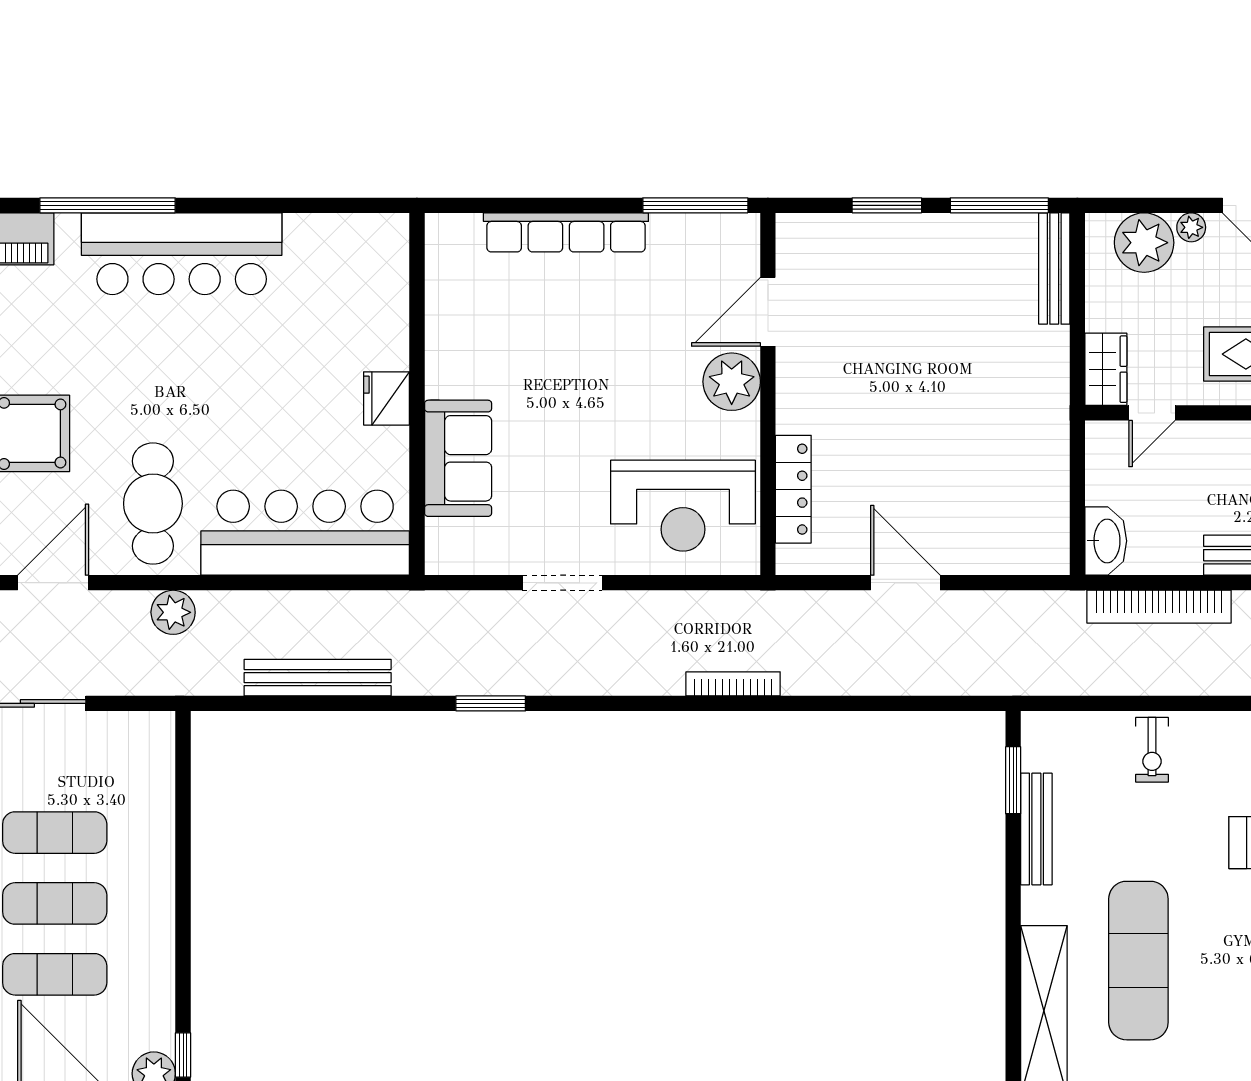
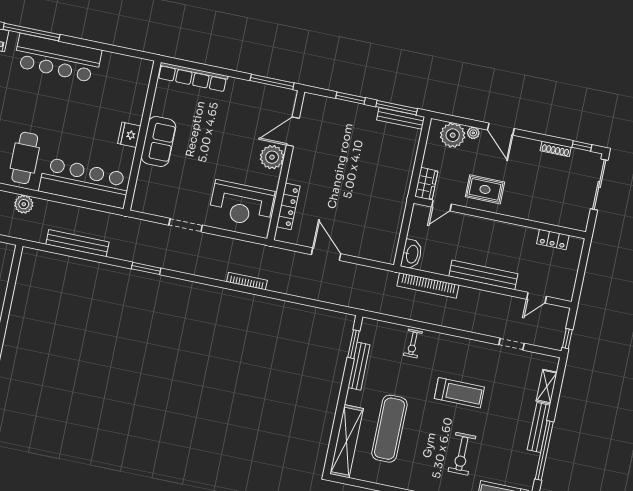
row of seats: (566, 232) -> (193, 77), moved
bench: (1054, 269) -> (401, 118), moved, turned 90
sofa: (458, 458) -> (158, 142), moved

